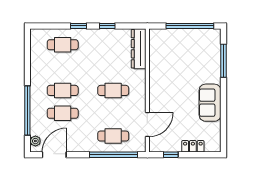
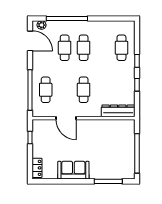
door: (147, 125) -> (66, 118), moved
locker: (193, 146) -> (37, 168), moved

